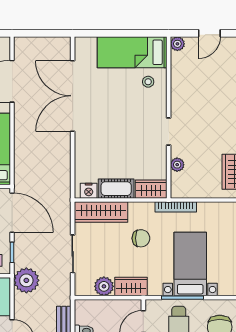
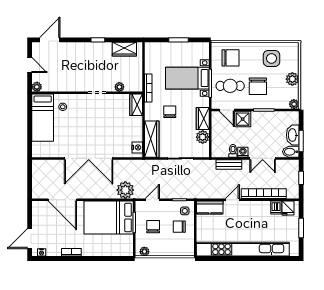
double door: (73, 96) -> (89, 158), moved
cot: (116, 189) -> (136, 129), removed
door: (12, 213) -> (152, 200), width x0.53
plant: (26, 280) -> (125, 190), moved

